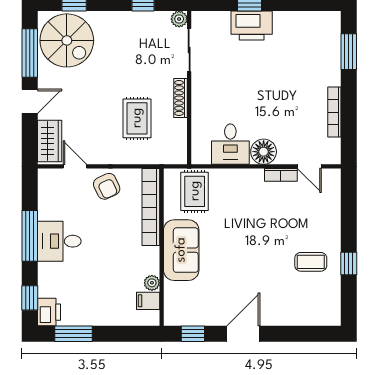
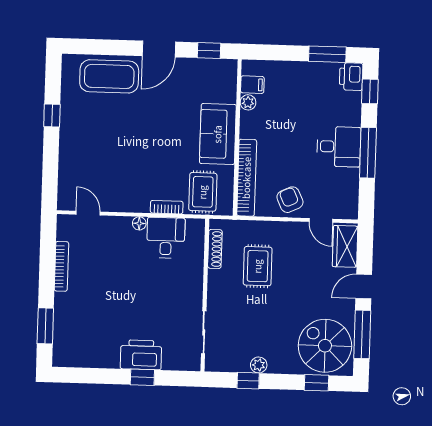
plant: (179, 19) -> (259, 365), moved
shoe rack: (181, 98) -> (215, 249), moved
floor lamp: (264, 152) -> (139, 223), width x0.53, depth x0.53
bookcase: (281, 175) -> (167, 207), moved
coffee table: (311, 262) -> (109, 76), moved, width x1.86, depth x1.72

